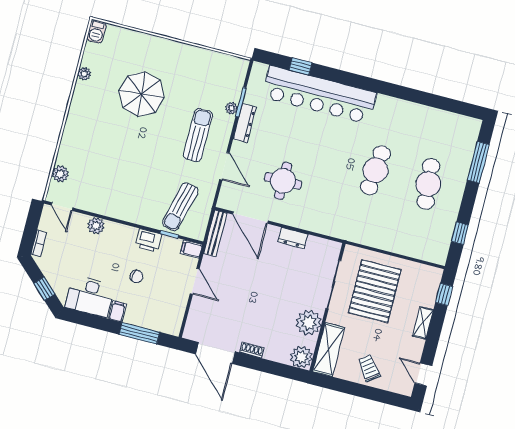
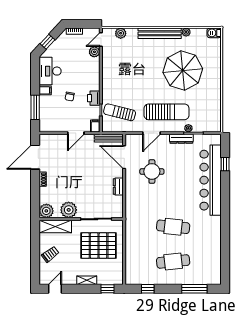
parasol: (141, 94) -> (183, 71), width x1.36, depth x1.36
bench: (76, 115) -> (160, 33), added
sun lounger: (198, 135) -> (167, 112), width x1.36, depth x1.34
door: (250, 218) -> (124, 157), hinge flipped
plant: (96, 226) -> (94, 52), moved

